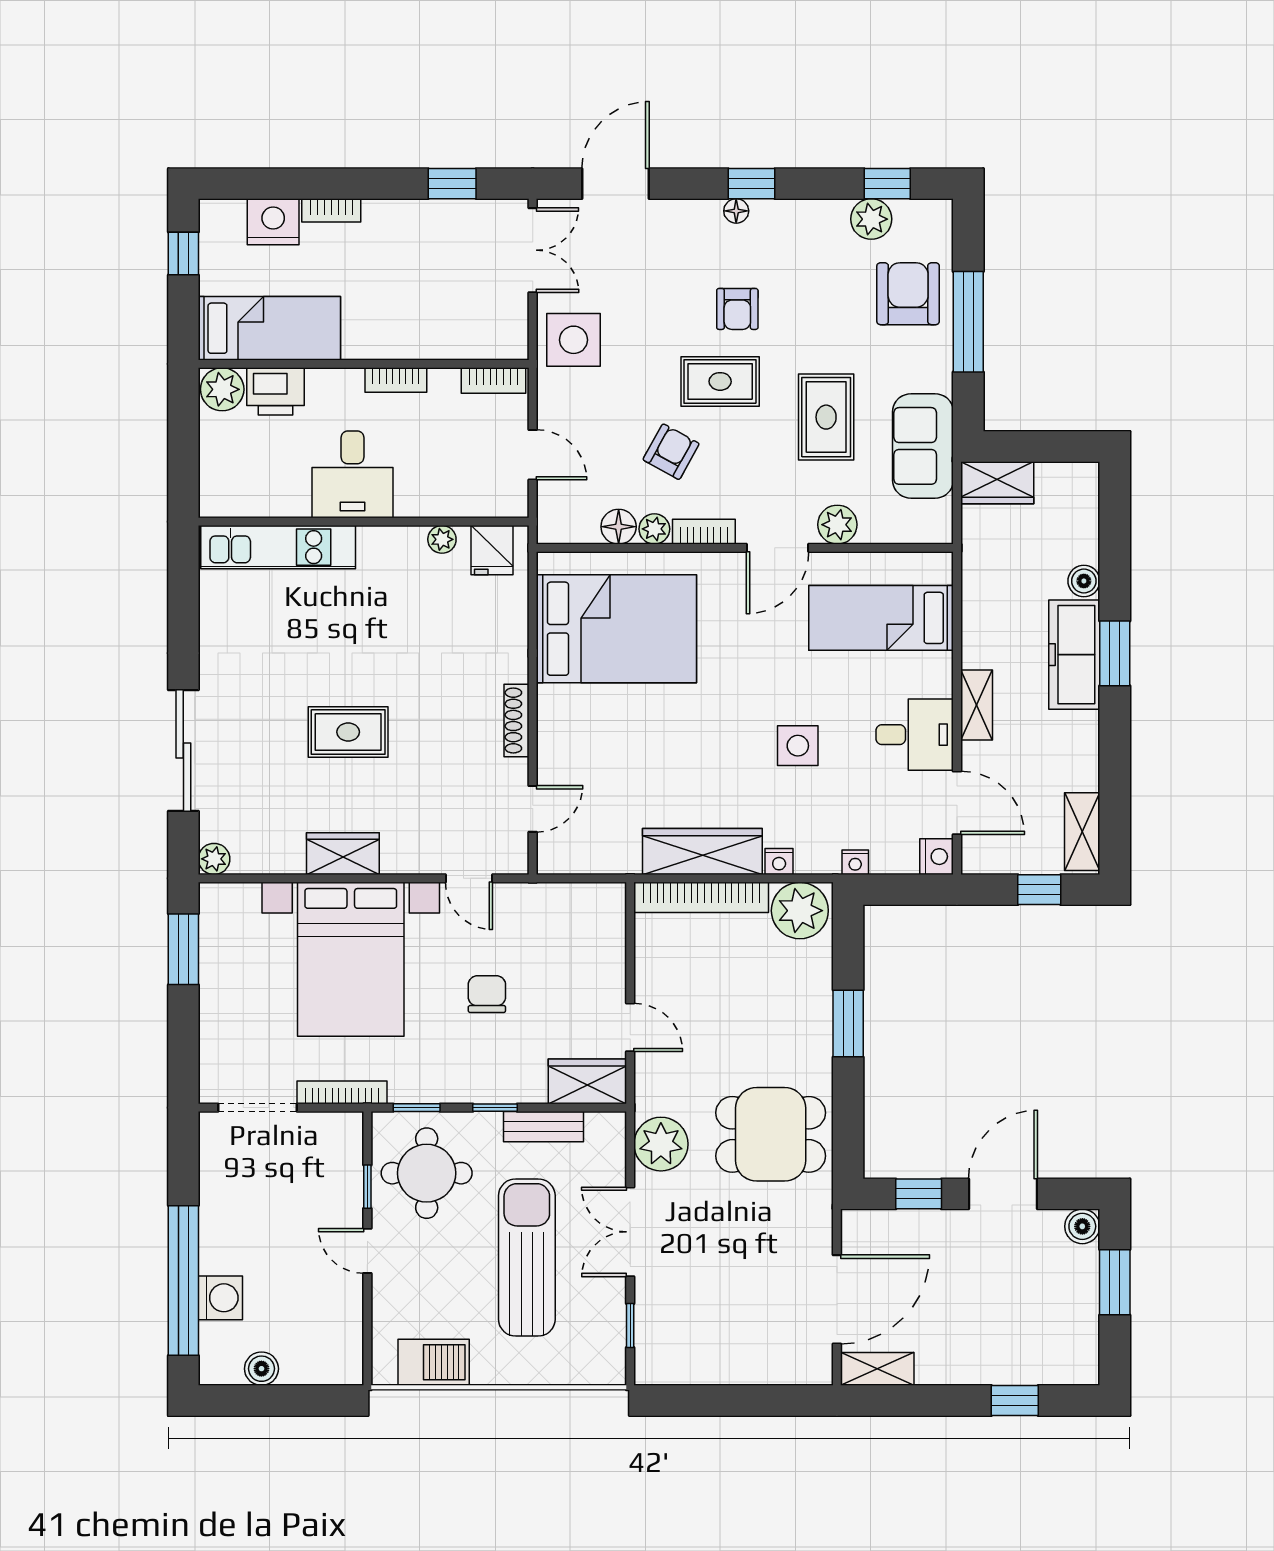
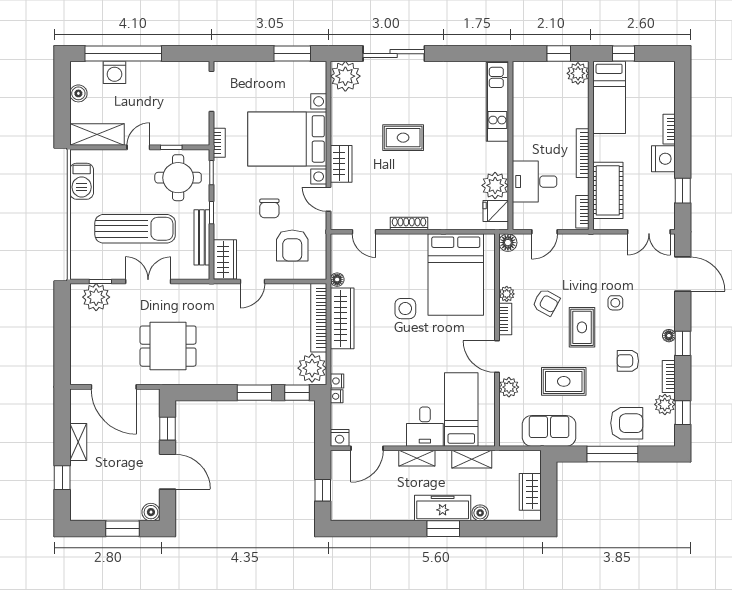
bookcase: (816, 211) -> (669, 376), added
nightstand: (273, 222) -> (663, 159), moved
window: (183, 253) -> (624, 54), moved
armchair: (737, 309) -> (628, 361), moved
cot: (452, 331) -> (608, 190), added
side table: (574, 340) -> (615, 303), moved, width x0.54, depth x0.54
bookcase: (396, 380) -> (583, 153), width x1.56
printer: (275, 391) -> (577, 101), removed
window: (183, 427) -> (559, 54), added
desk: (352, 474) -> (535, 182), moved
wardrobe: (997, 483) -> (530, 492), moved
floor lamp: (619, 527) -> (508, 243), moved
plant: (442, 539) -> (495, 185), width x1.88, depth x1.88
rug: (348, 732) -> (403, 138), turned 90
desk: (915, 735) -> (425, 427), moved
side table: (798, 746) -> (405, 309), moved
shelving: (1082, 832) -> (472, 459), moved
wardrobe: (343, 854) -> (341, 164), moved
plant: (214, 859) -> (345, 76), width x1.88, depth x1.88
floor lamp: (626, 861) -> (337, 280), added
nightstand: (779, 862) -> (337, 381), moved
door: (469, 878) -> (328, 199), hinge flipped
window: (848, 940) -> (297, 393), added
armchair: (560, 949) -> (292, 245), added
chair: (487, 994) -> (269, 208), turned 90
bookcase: (342, 1092) -> (219, 143), width x0.64
bench: (543, 1127) -> (202, 237), width x1.36
dining table: (771, 1134) -> (168, 346), moved, turned 90
plant: (661, 1144) -> (96, 297), moved
shelving: (342, 1332) -> (97, 135), added
shelving: (877, 1369) -> (78, 442), moved

